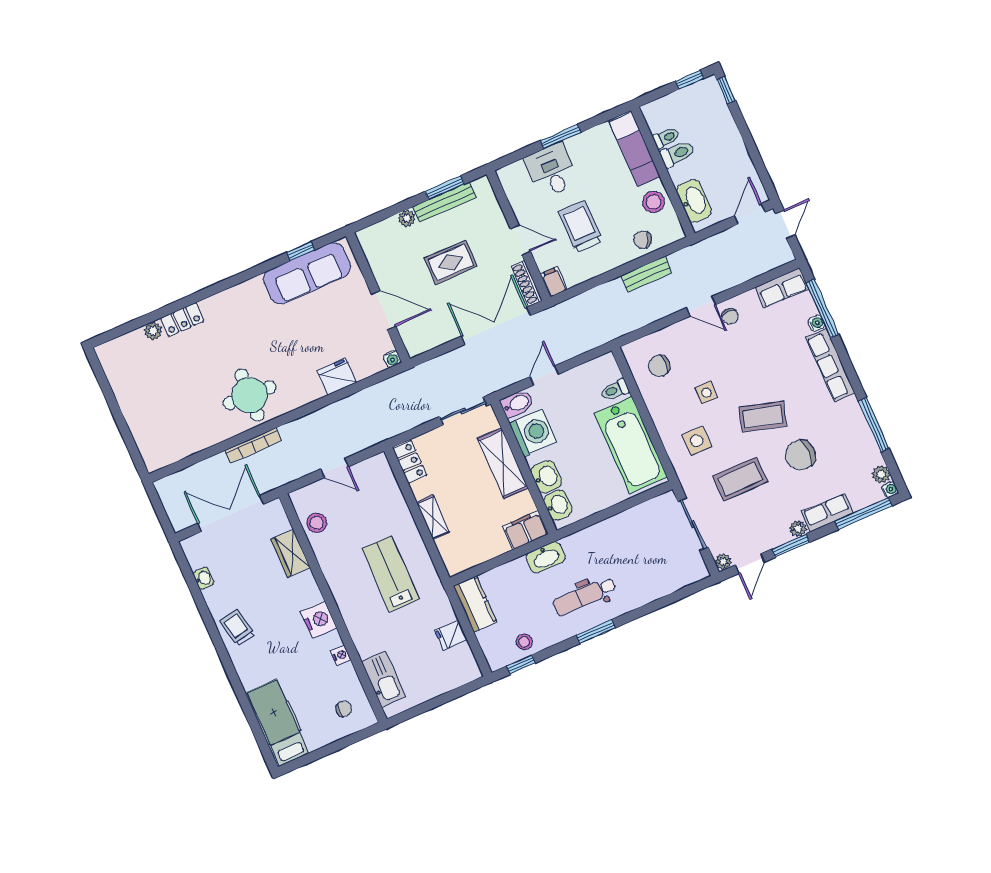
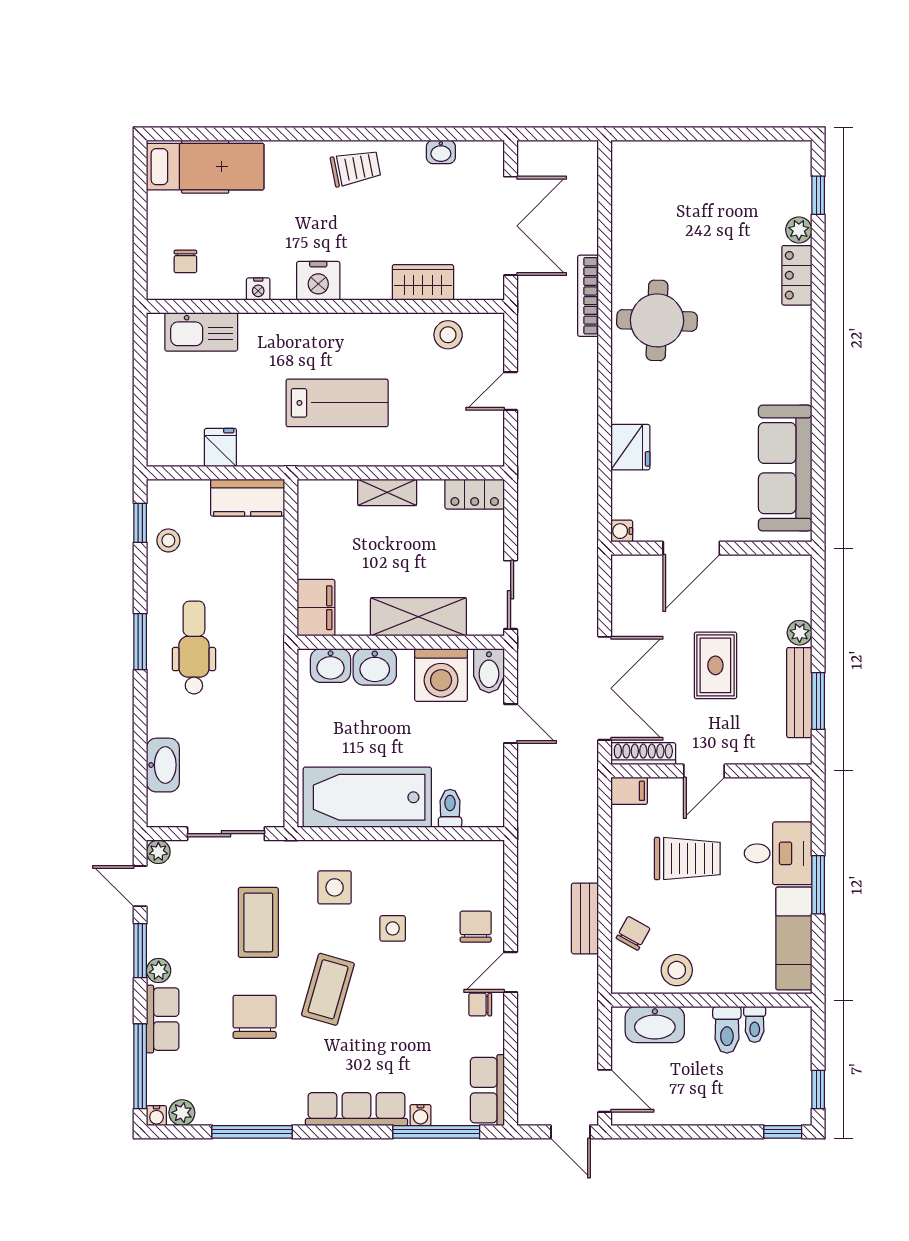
exam couch: (635, 149) -> (794, 938), moved, turned -90
window: (301, 251) -> (818, 195), moved
chair: (659, 366) -> (476, 927), moved
washbasin: (546, 557) -> (163, 765), moved, turned 180

